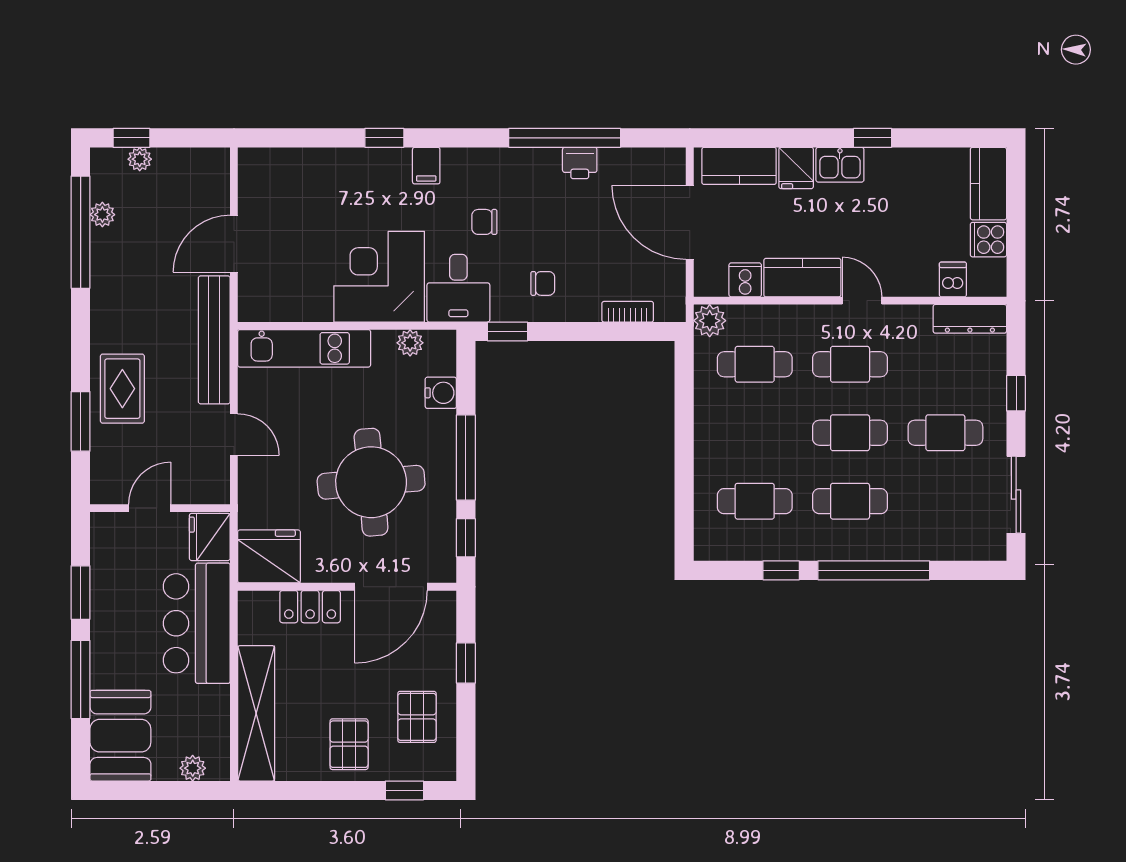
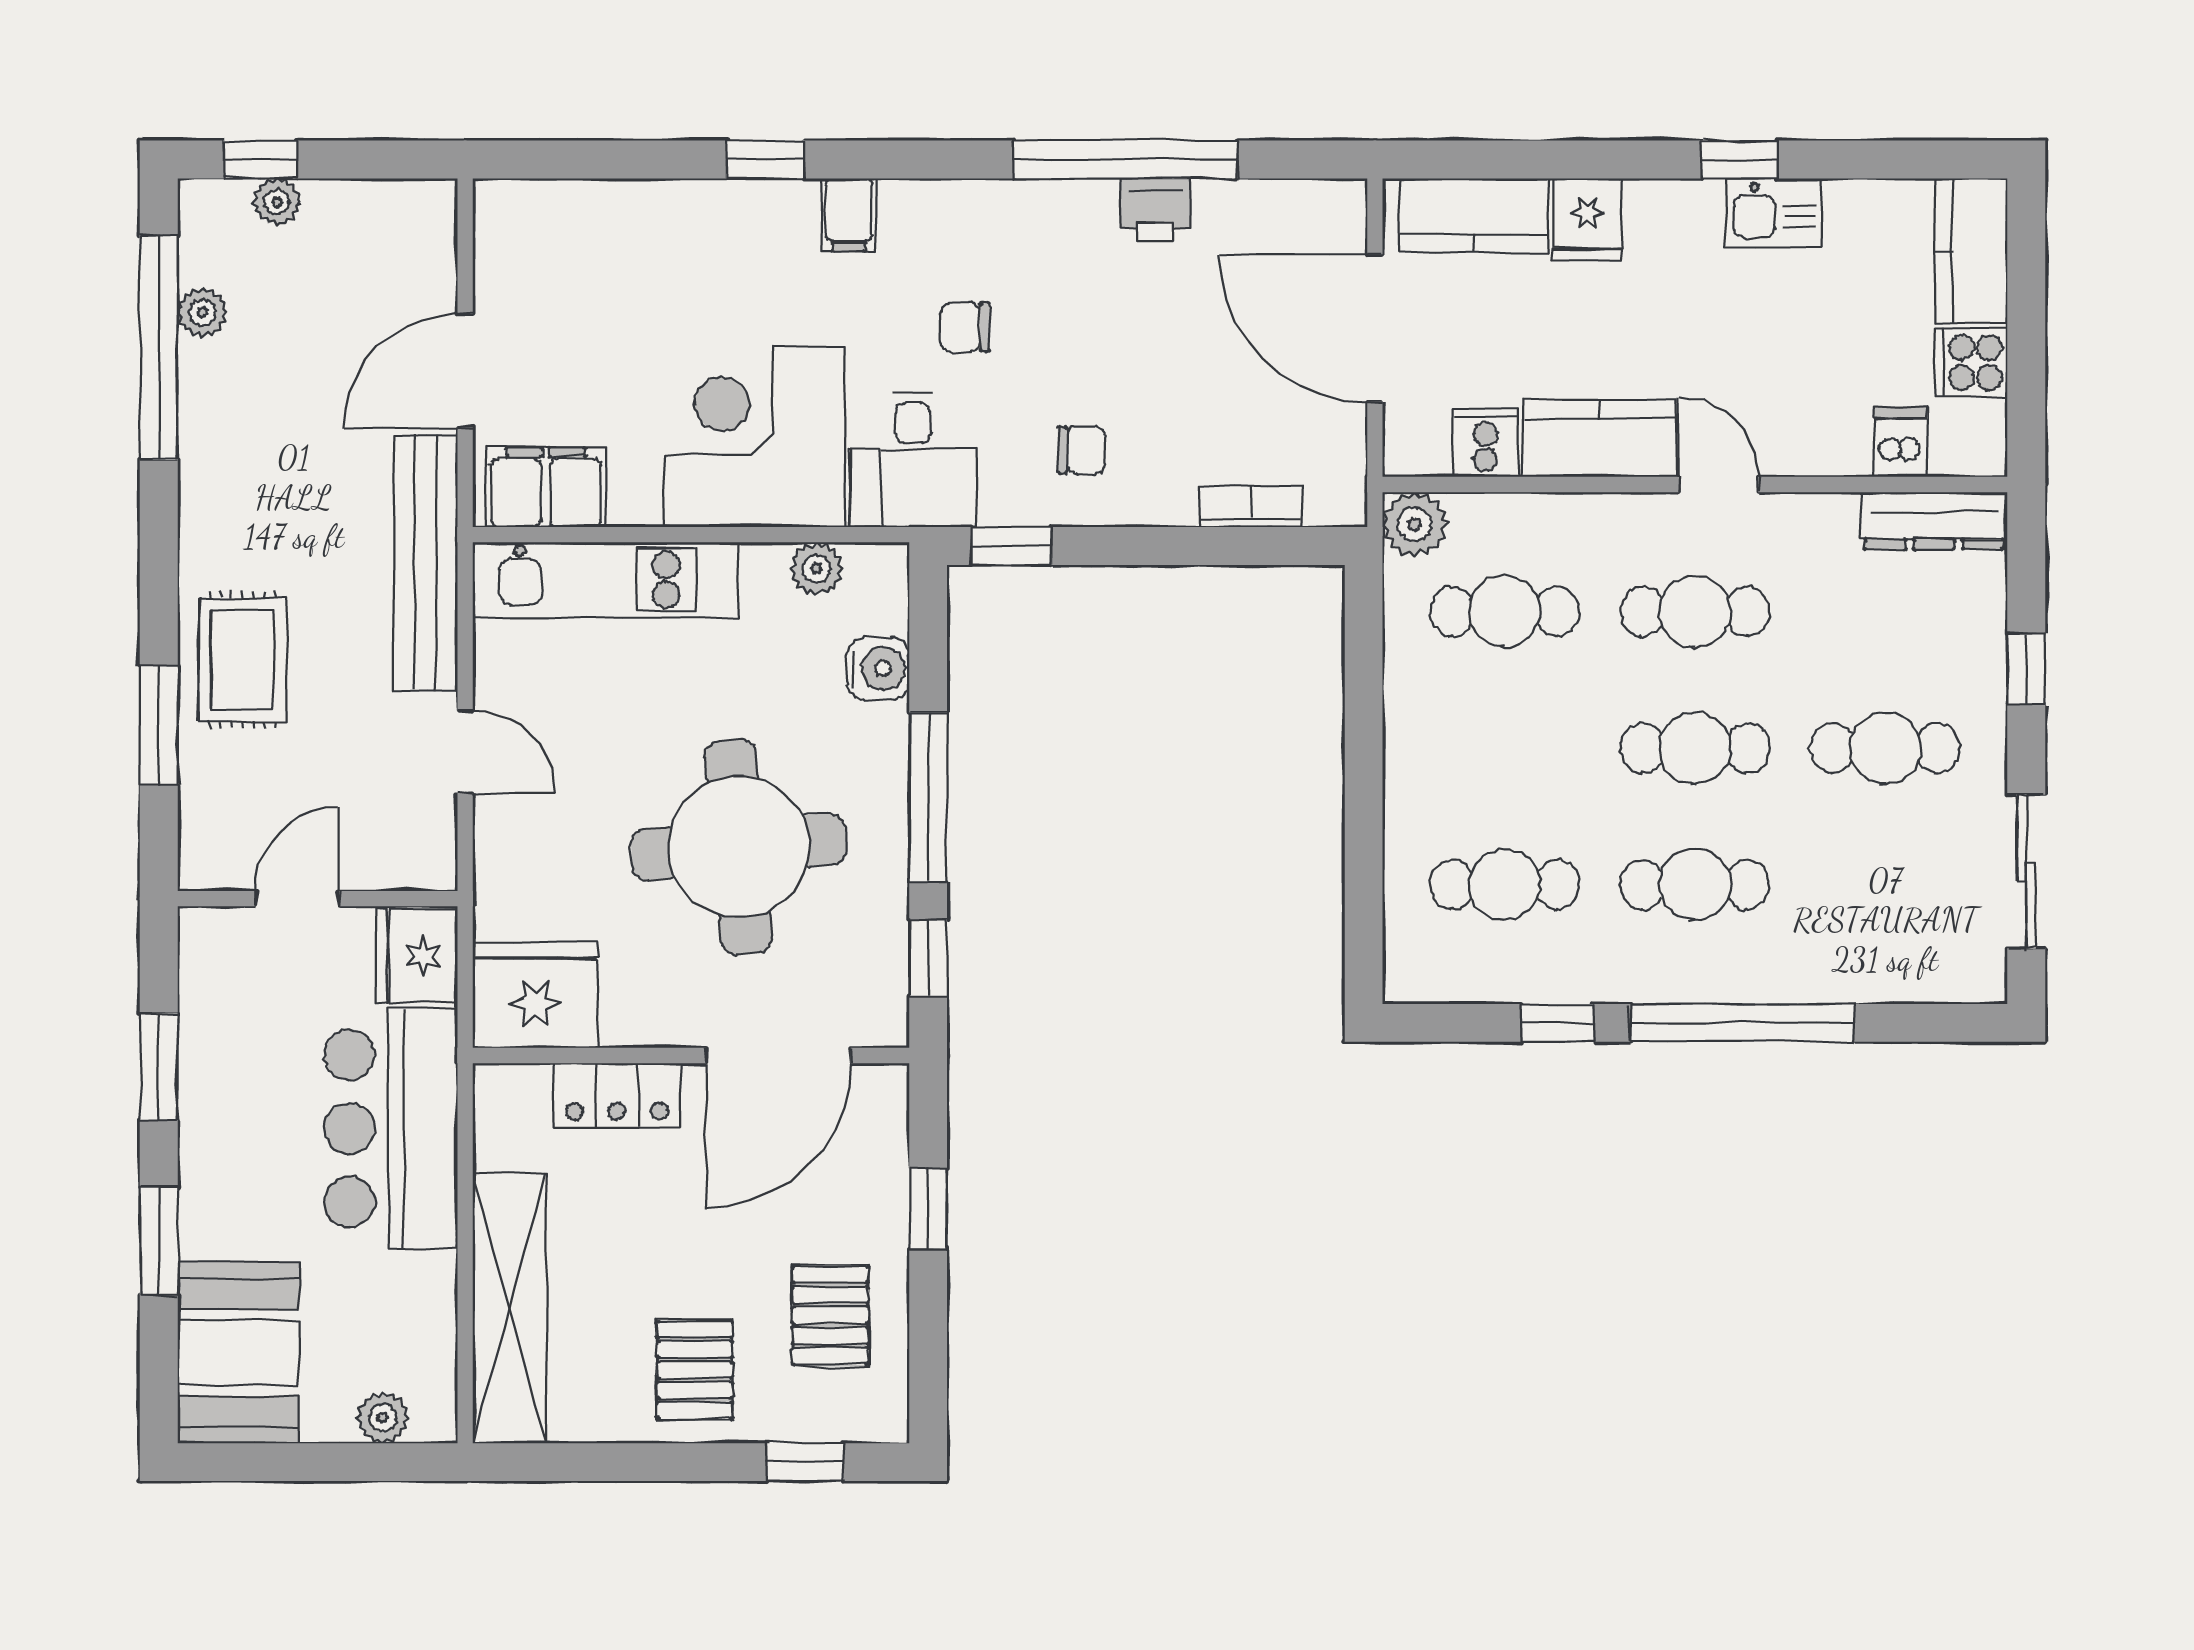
kitchen sink: (840, 165) -> (1774, 213), moved
filing cabinet: (274, 302) -> (546, 487), added
window: (81, 679) -> (159, 1241), width x0.69

